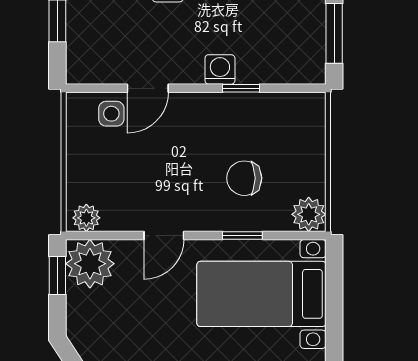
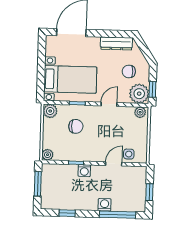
plant: (312, 106) -> (48, 155), added
chair: (117, 318) -> (129, 71), added

